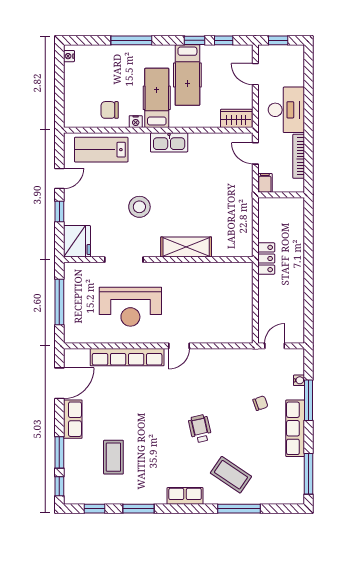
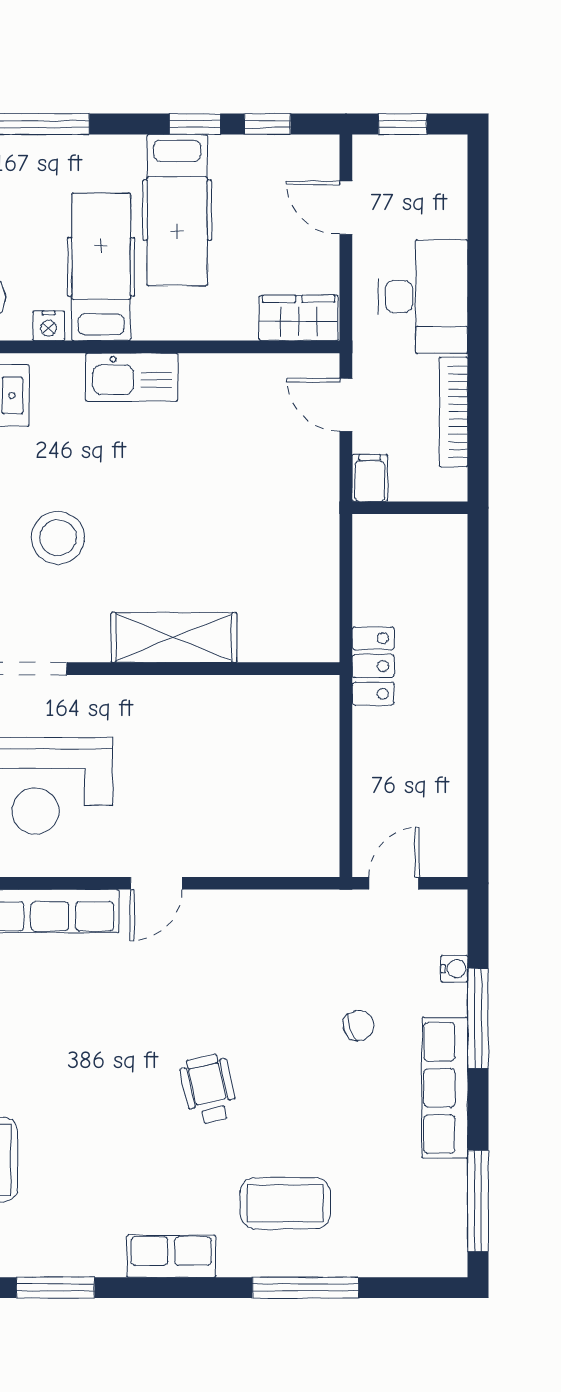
coffee table: (231, 475) -> (285, 1203), turned -34

